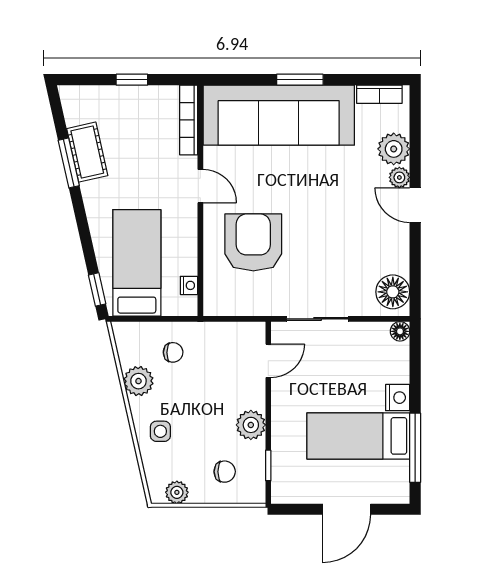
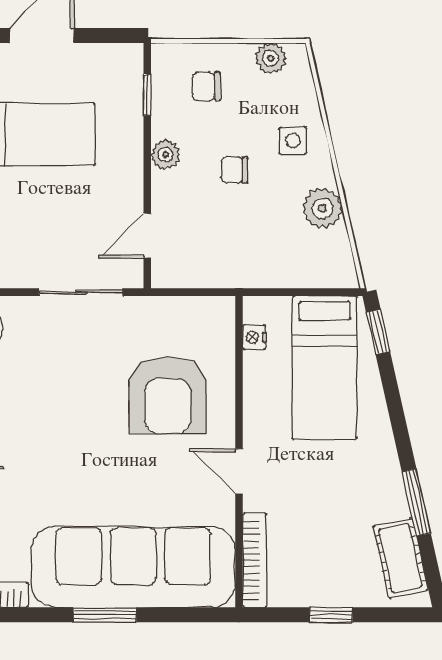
cot: (87, 152) -> (401, 558), moved
chair: (173, 352) -> (235, 170), moved
plant: (251, 425) -> (165, 155), width x0.73, depth x0.73

